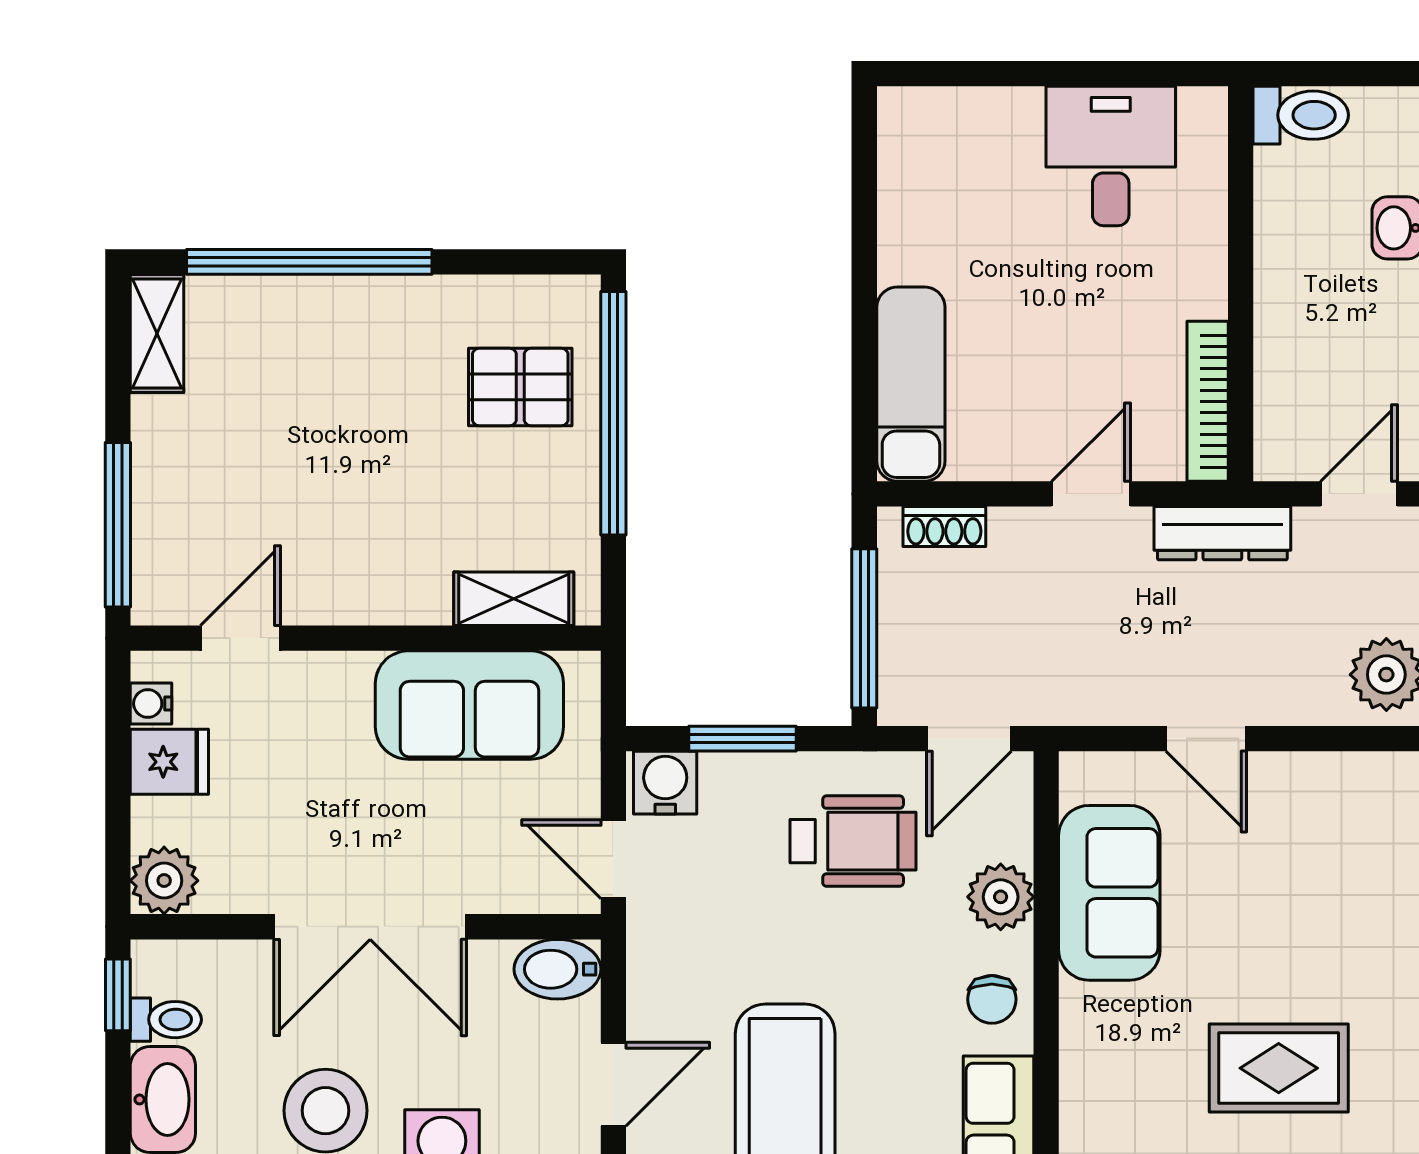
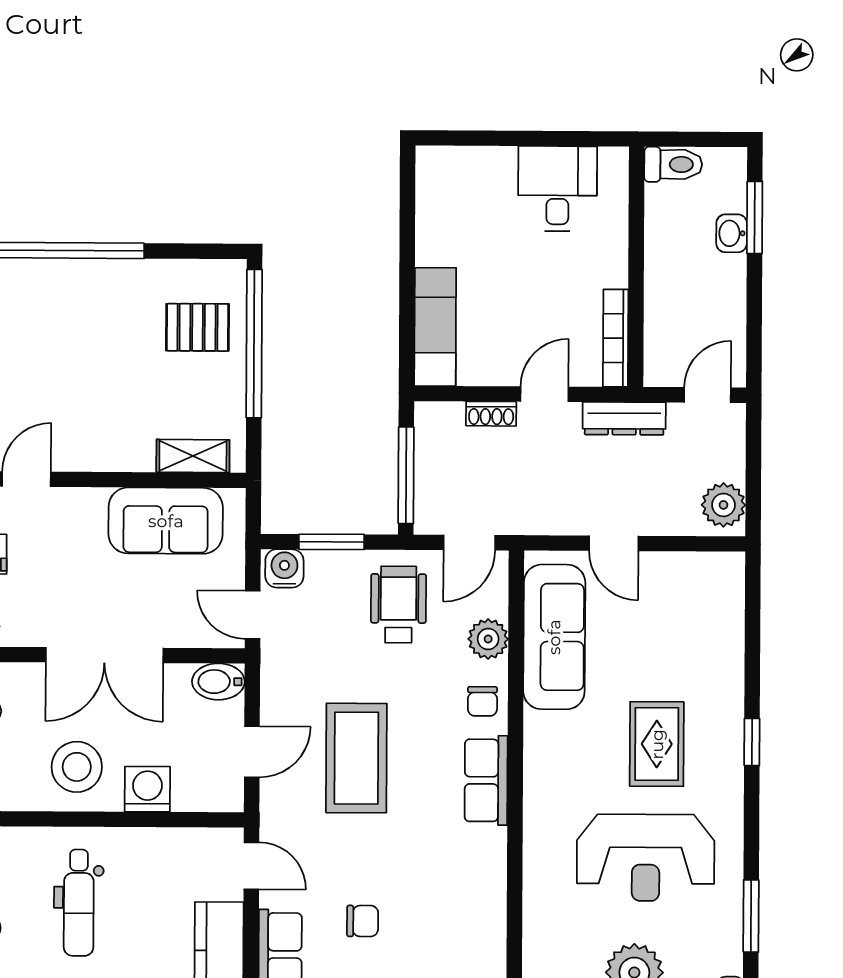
shoe rack: (944, 527) -> (491, 414), moved
wheelchair: (853, 841) -> (398, 605), turned -90
sofa: (1109, 893) -> (554, 637), width x1.36
rug: (1279, 1068) -> (657, 744), turned 90

